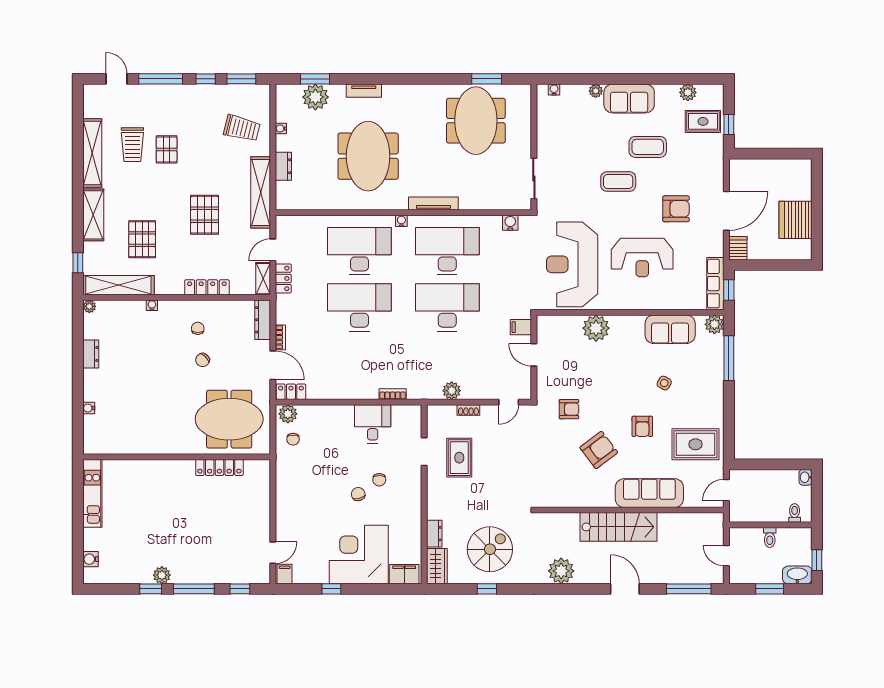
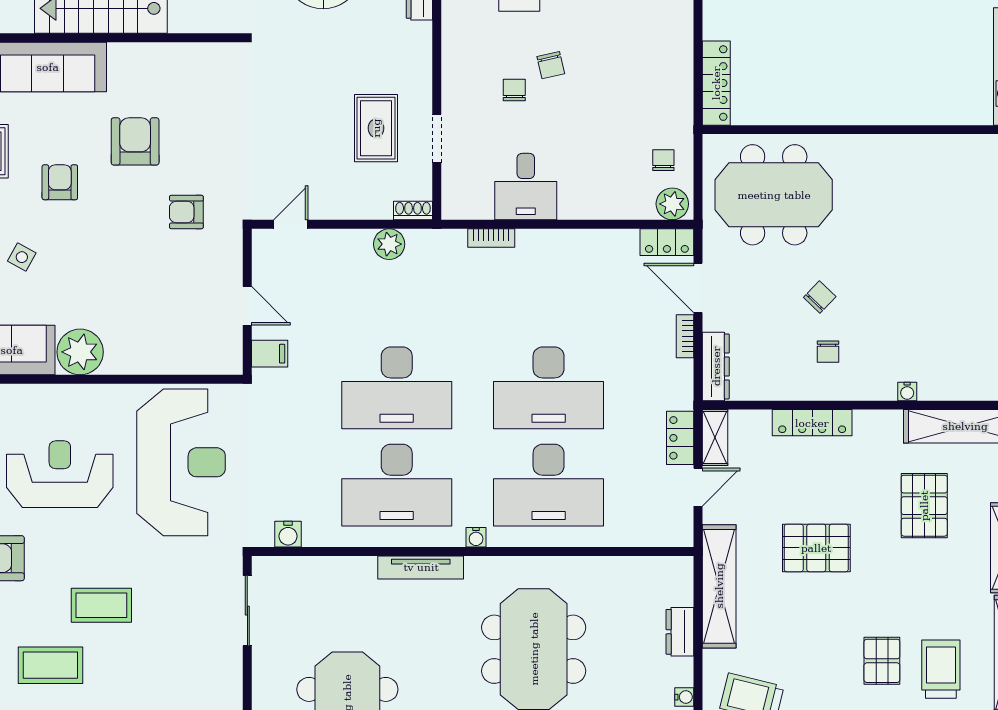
pallet: (205, 215) -> (816, 548), turned 90
plant: (596, 328) -> (80, 352), moved
shoe rack: (468, 410) -> (413, 211), moved
armchair: (599, 450) -> (135, 141), turned 127
locker: (219, 467) -> (716, 83), moved, turned 90

